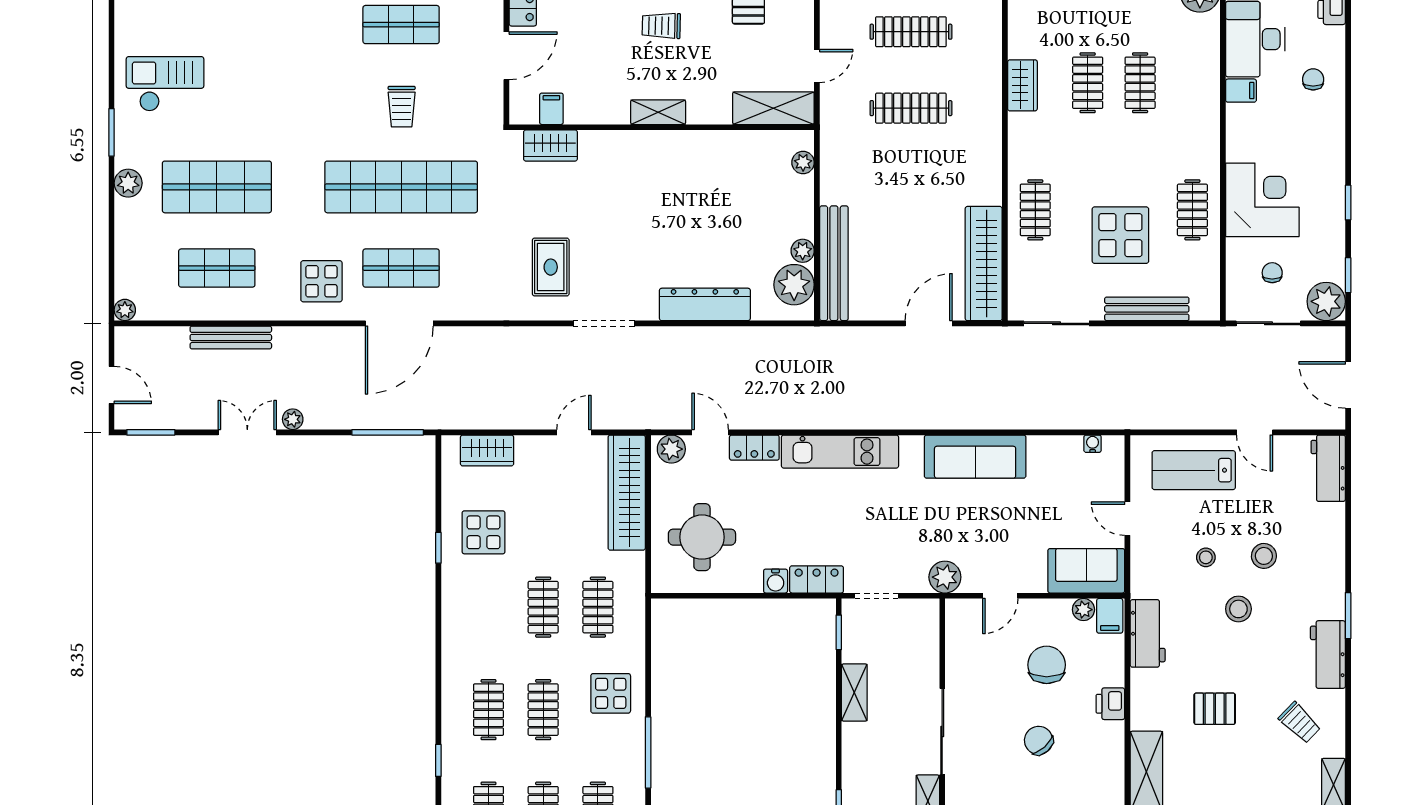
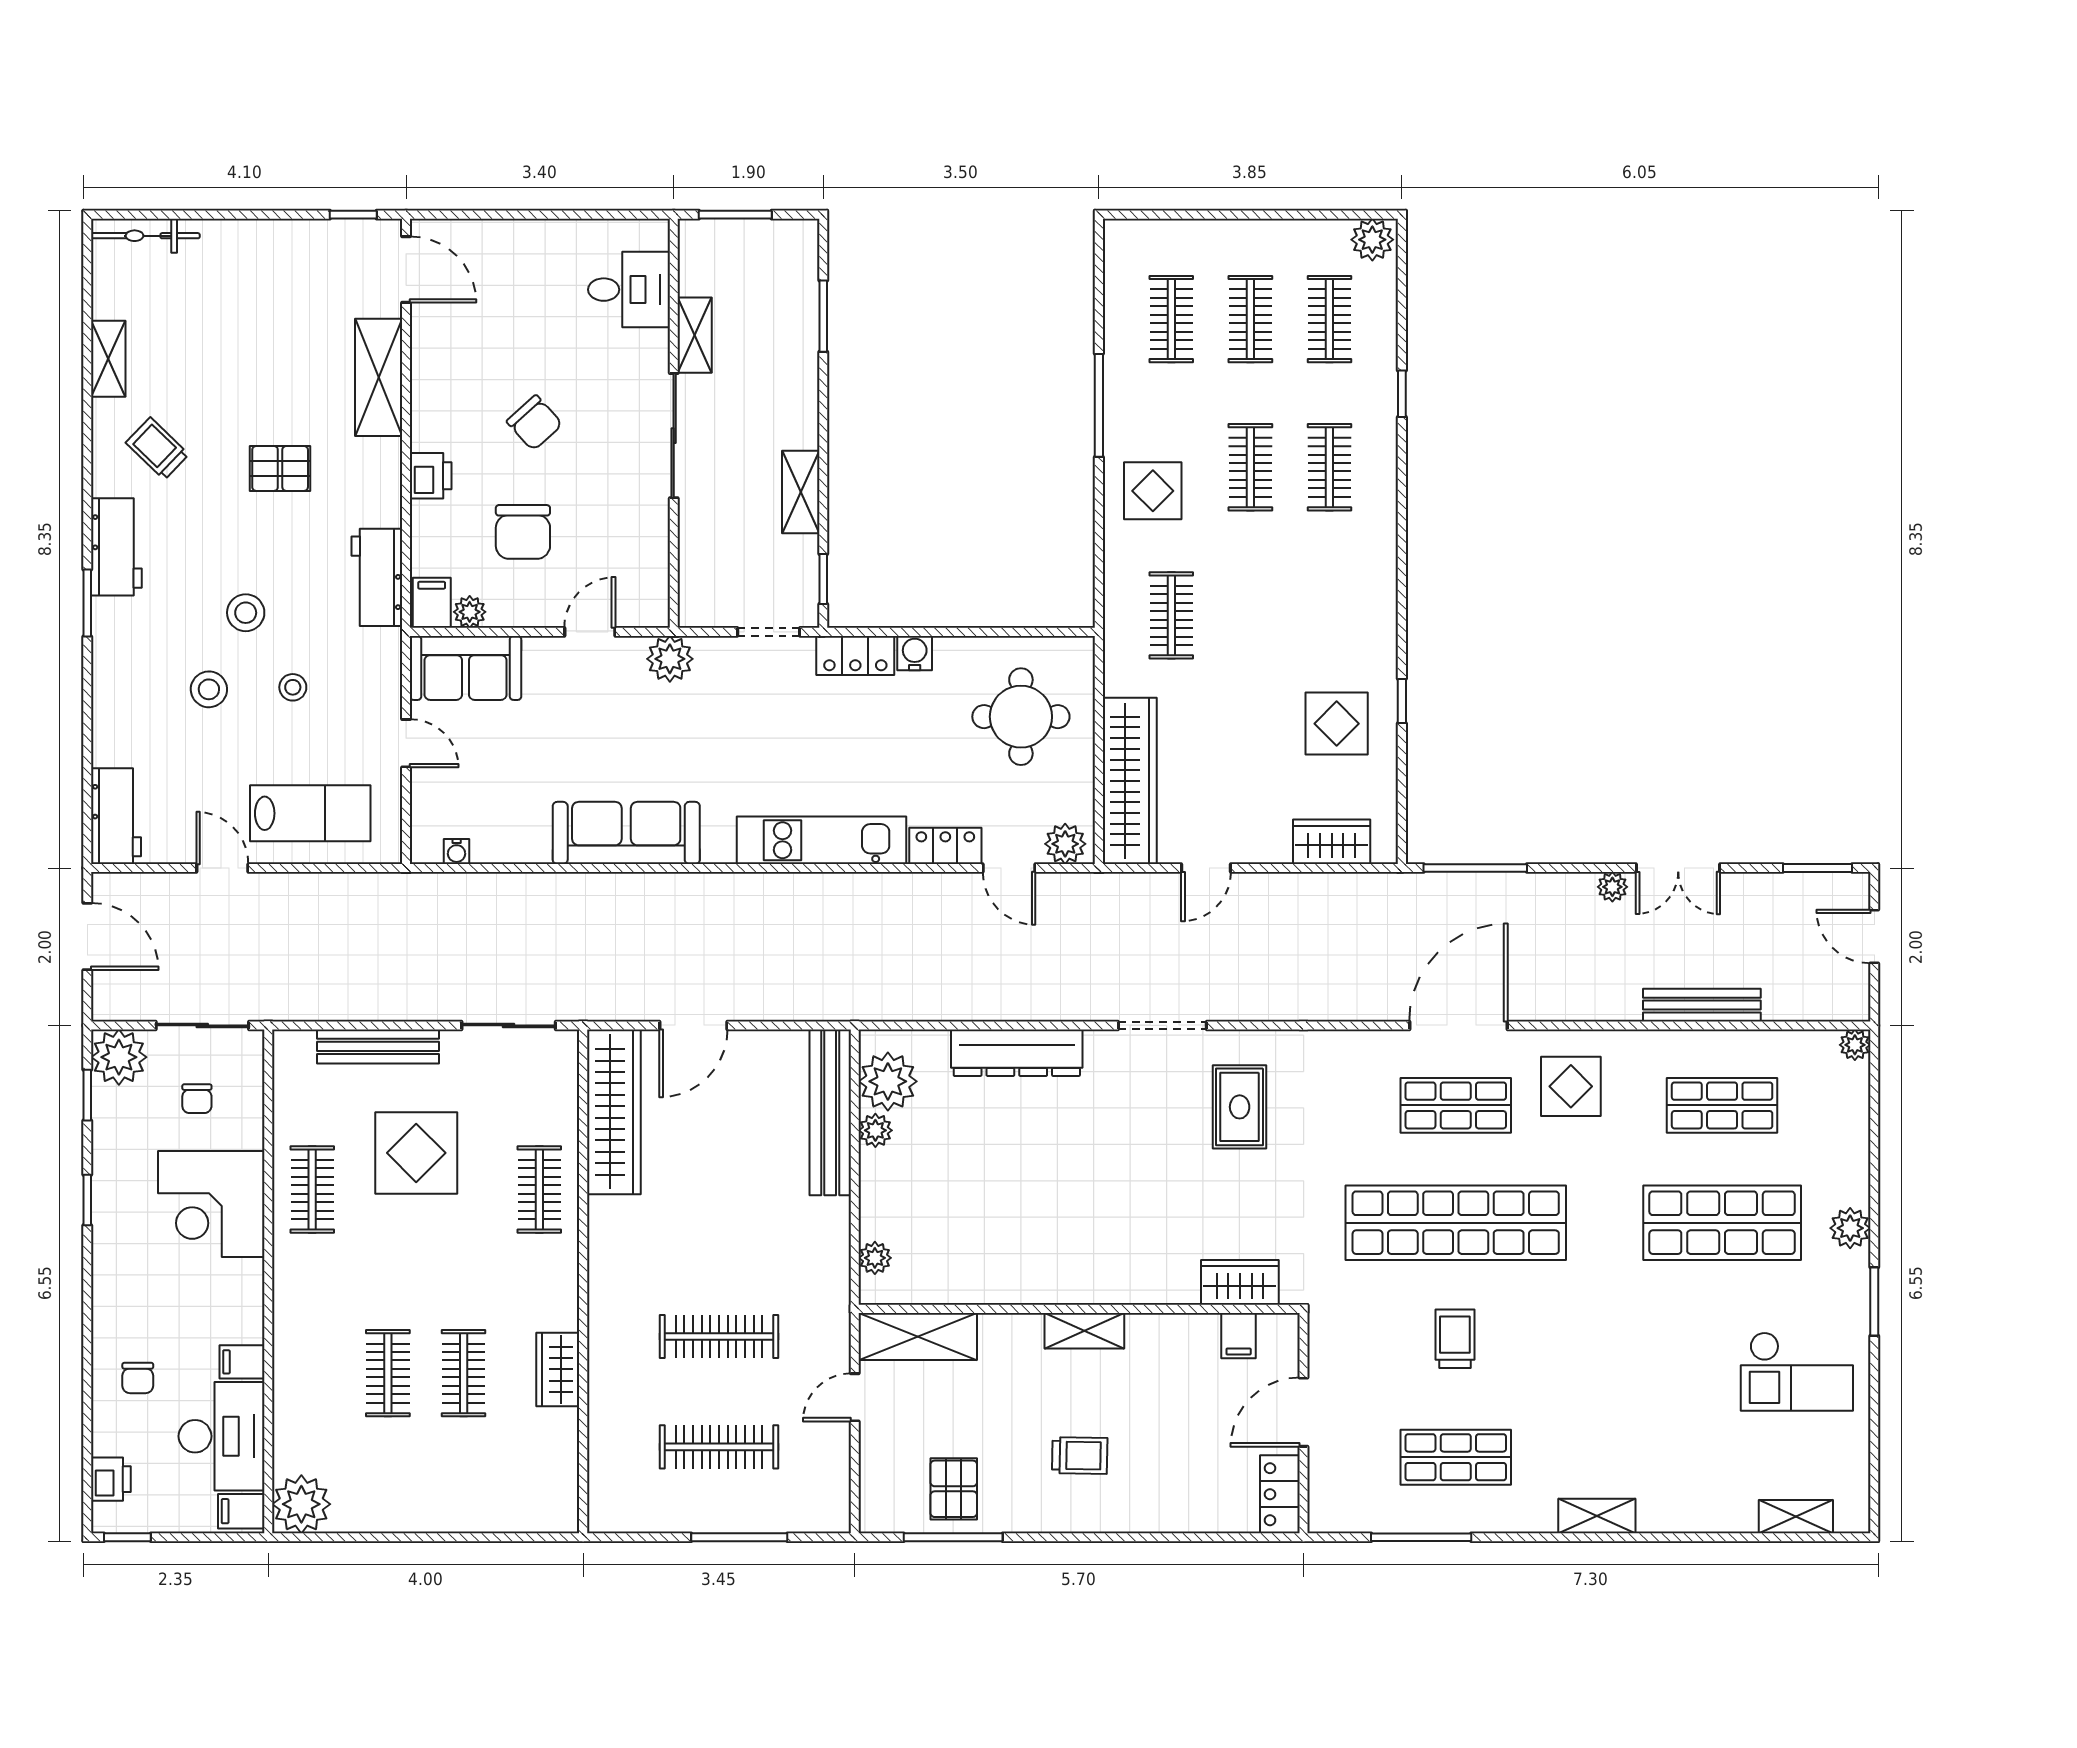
clothes rail: (543, 607) -> (1250, 615), removed

